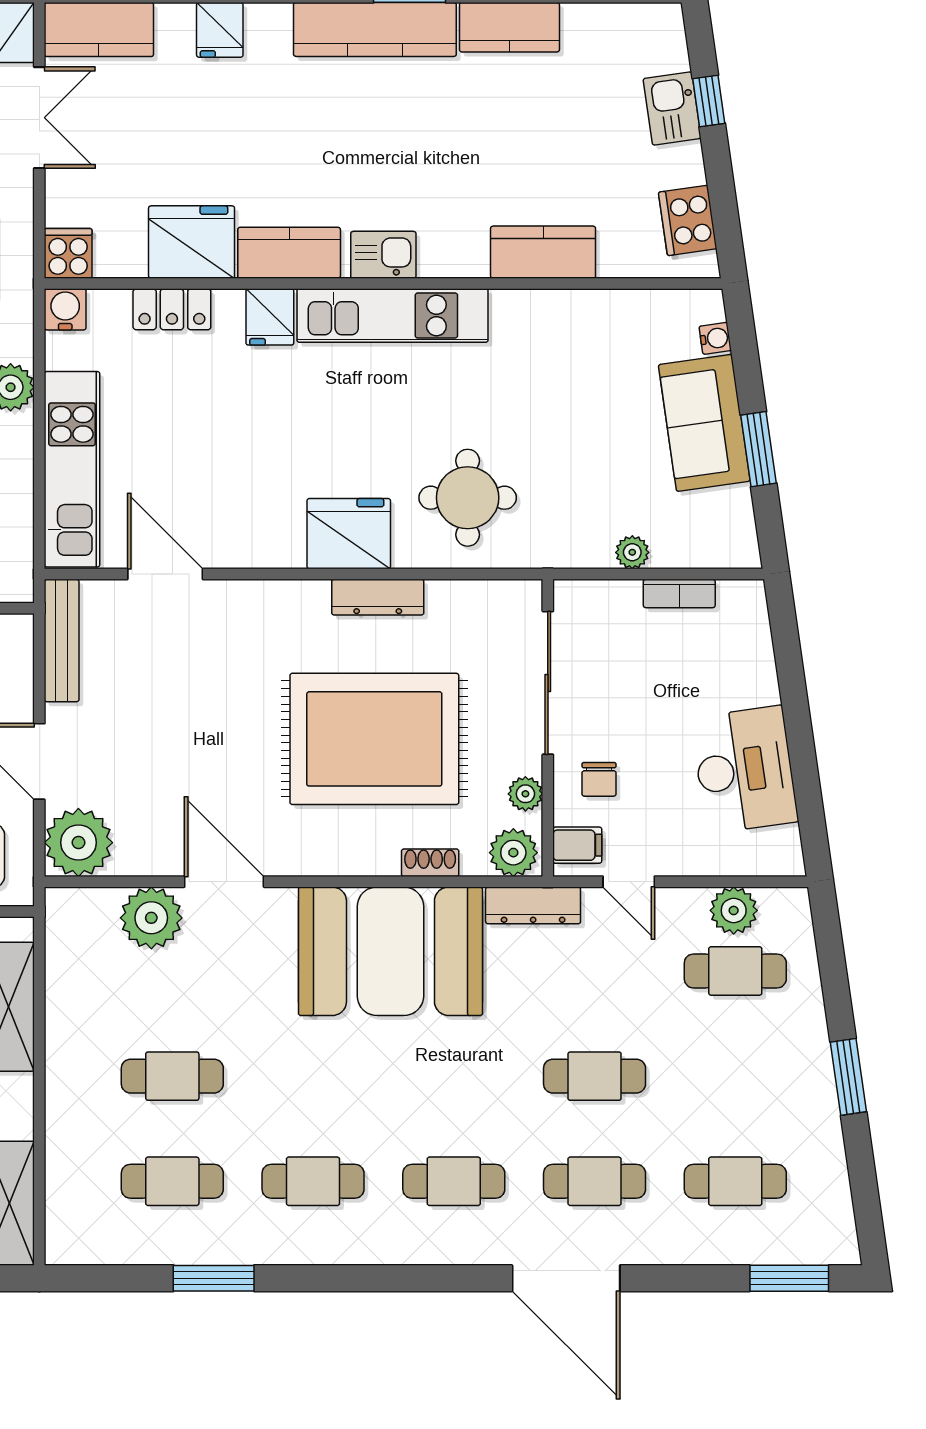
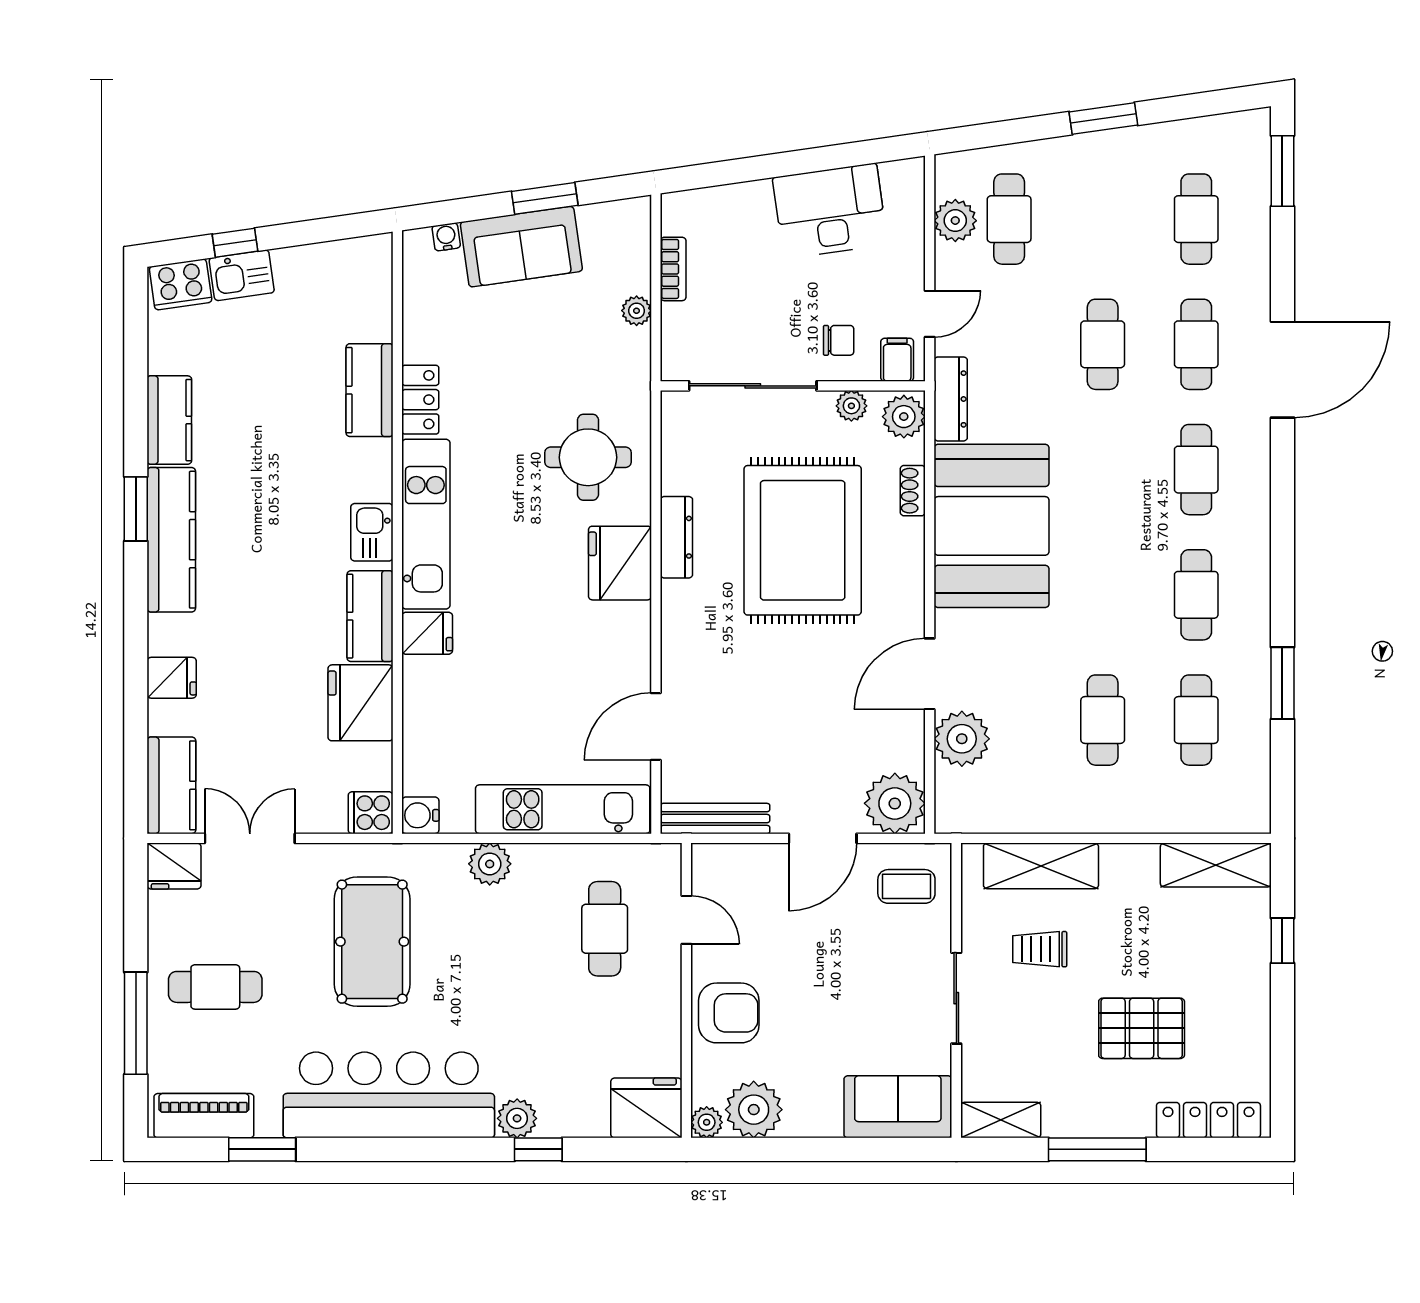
cooker: (688, 220) -> (181, 284), moved
locker: (172, 309) -> (420, 400), moved

